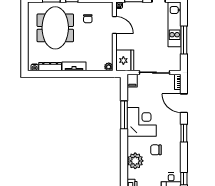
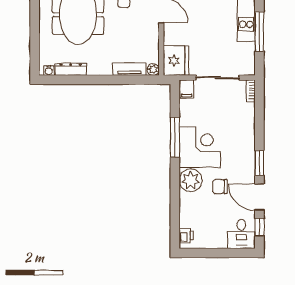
tv unit: (74, 66) -> (129, 69), moved
door: (184, 103) -> (259, 197), moved
plant: (135, 161) -> (191, 180), moved

